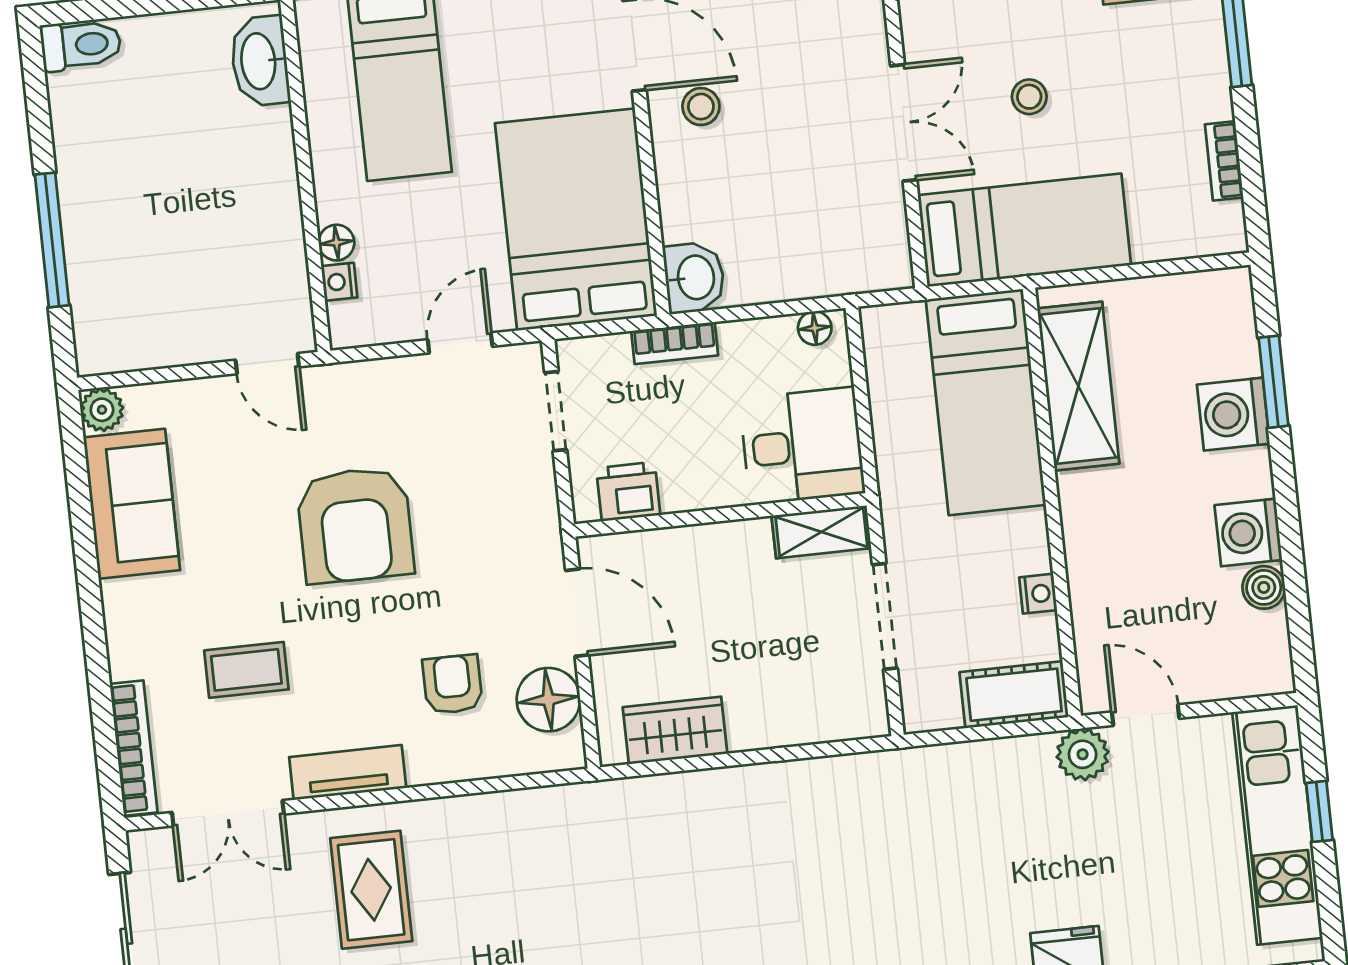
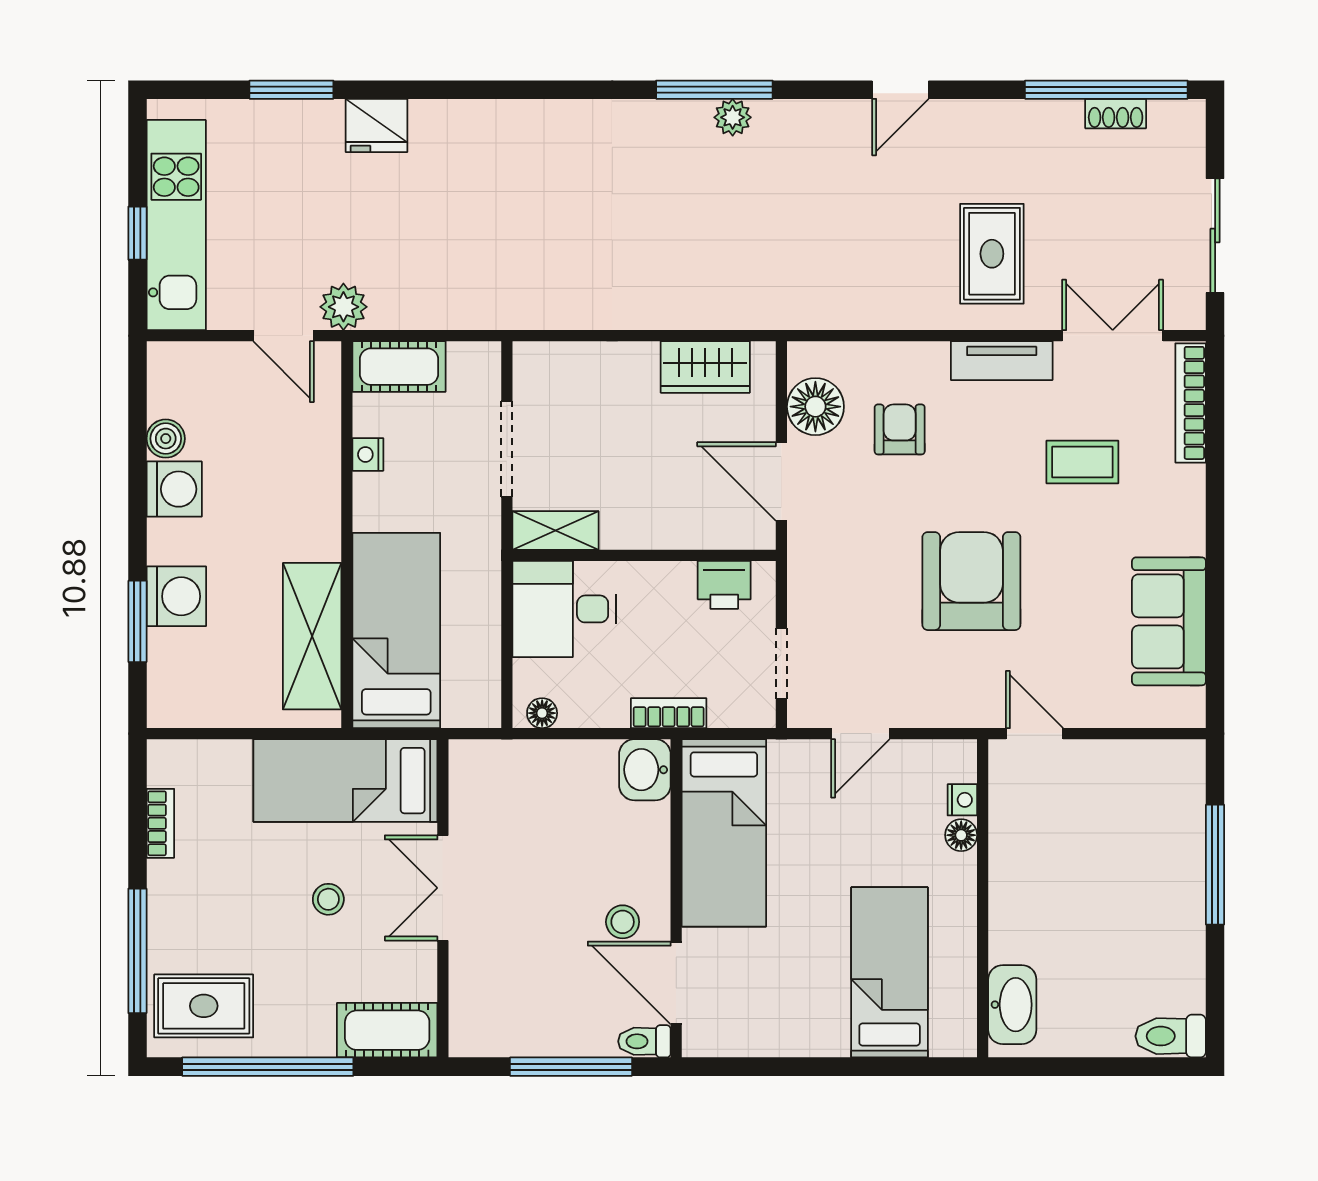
bed: (576, 219) -> (724, 833), width x0.67
plant: (102, 410) -> (1187, 708), removed
armchair: (453, 684) -> (900, 429), turned 180

